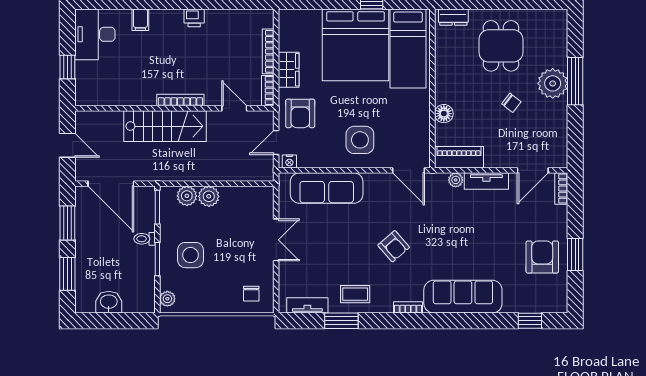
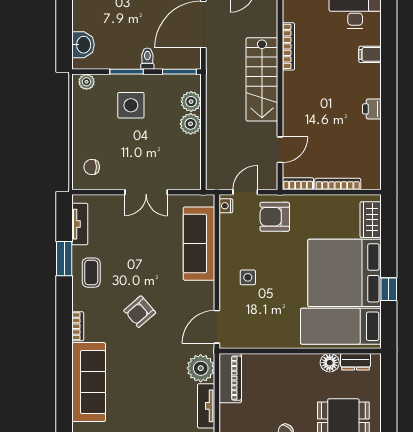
dresser: (453, 17) -> (356, 362), moved, turned -90
wardrobe: (289, 70) -> (371, 220), moved, turned 90
bookcase: (180, 100) -> (288, 46), moved
floor lamp: (444, 114) -> (330, 363), moved
side table: (360, 140) -> (248, 277), width x0.54, depth x0.54
door: (276, 142) -> (245, 192), hinge flipped
plant: (456, 180) -> (201, 368), width x1.87, depth x1.87
washbasin: (109, 302) -> (83, 45), moved

